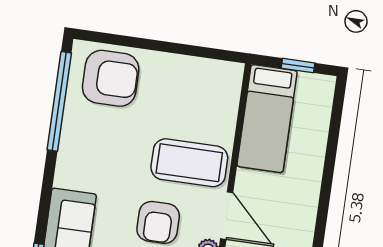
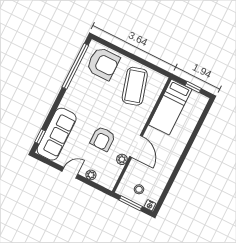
coffee table: (189, 163) -> (135, 86), moved, turned 74

